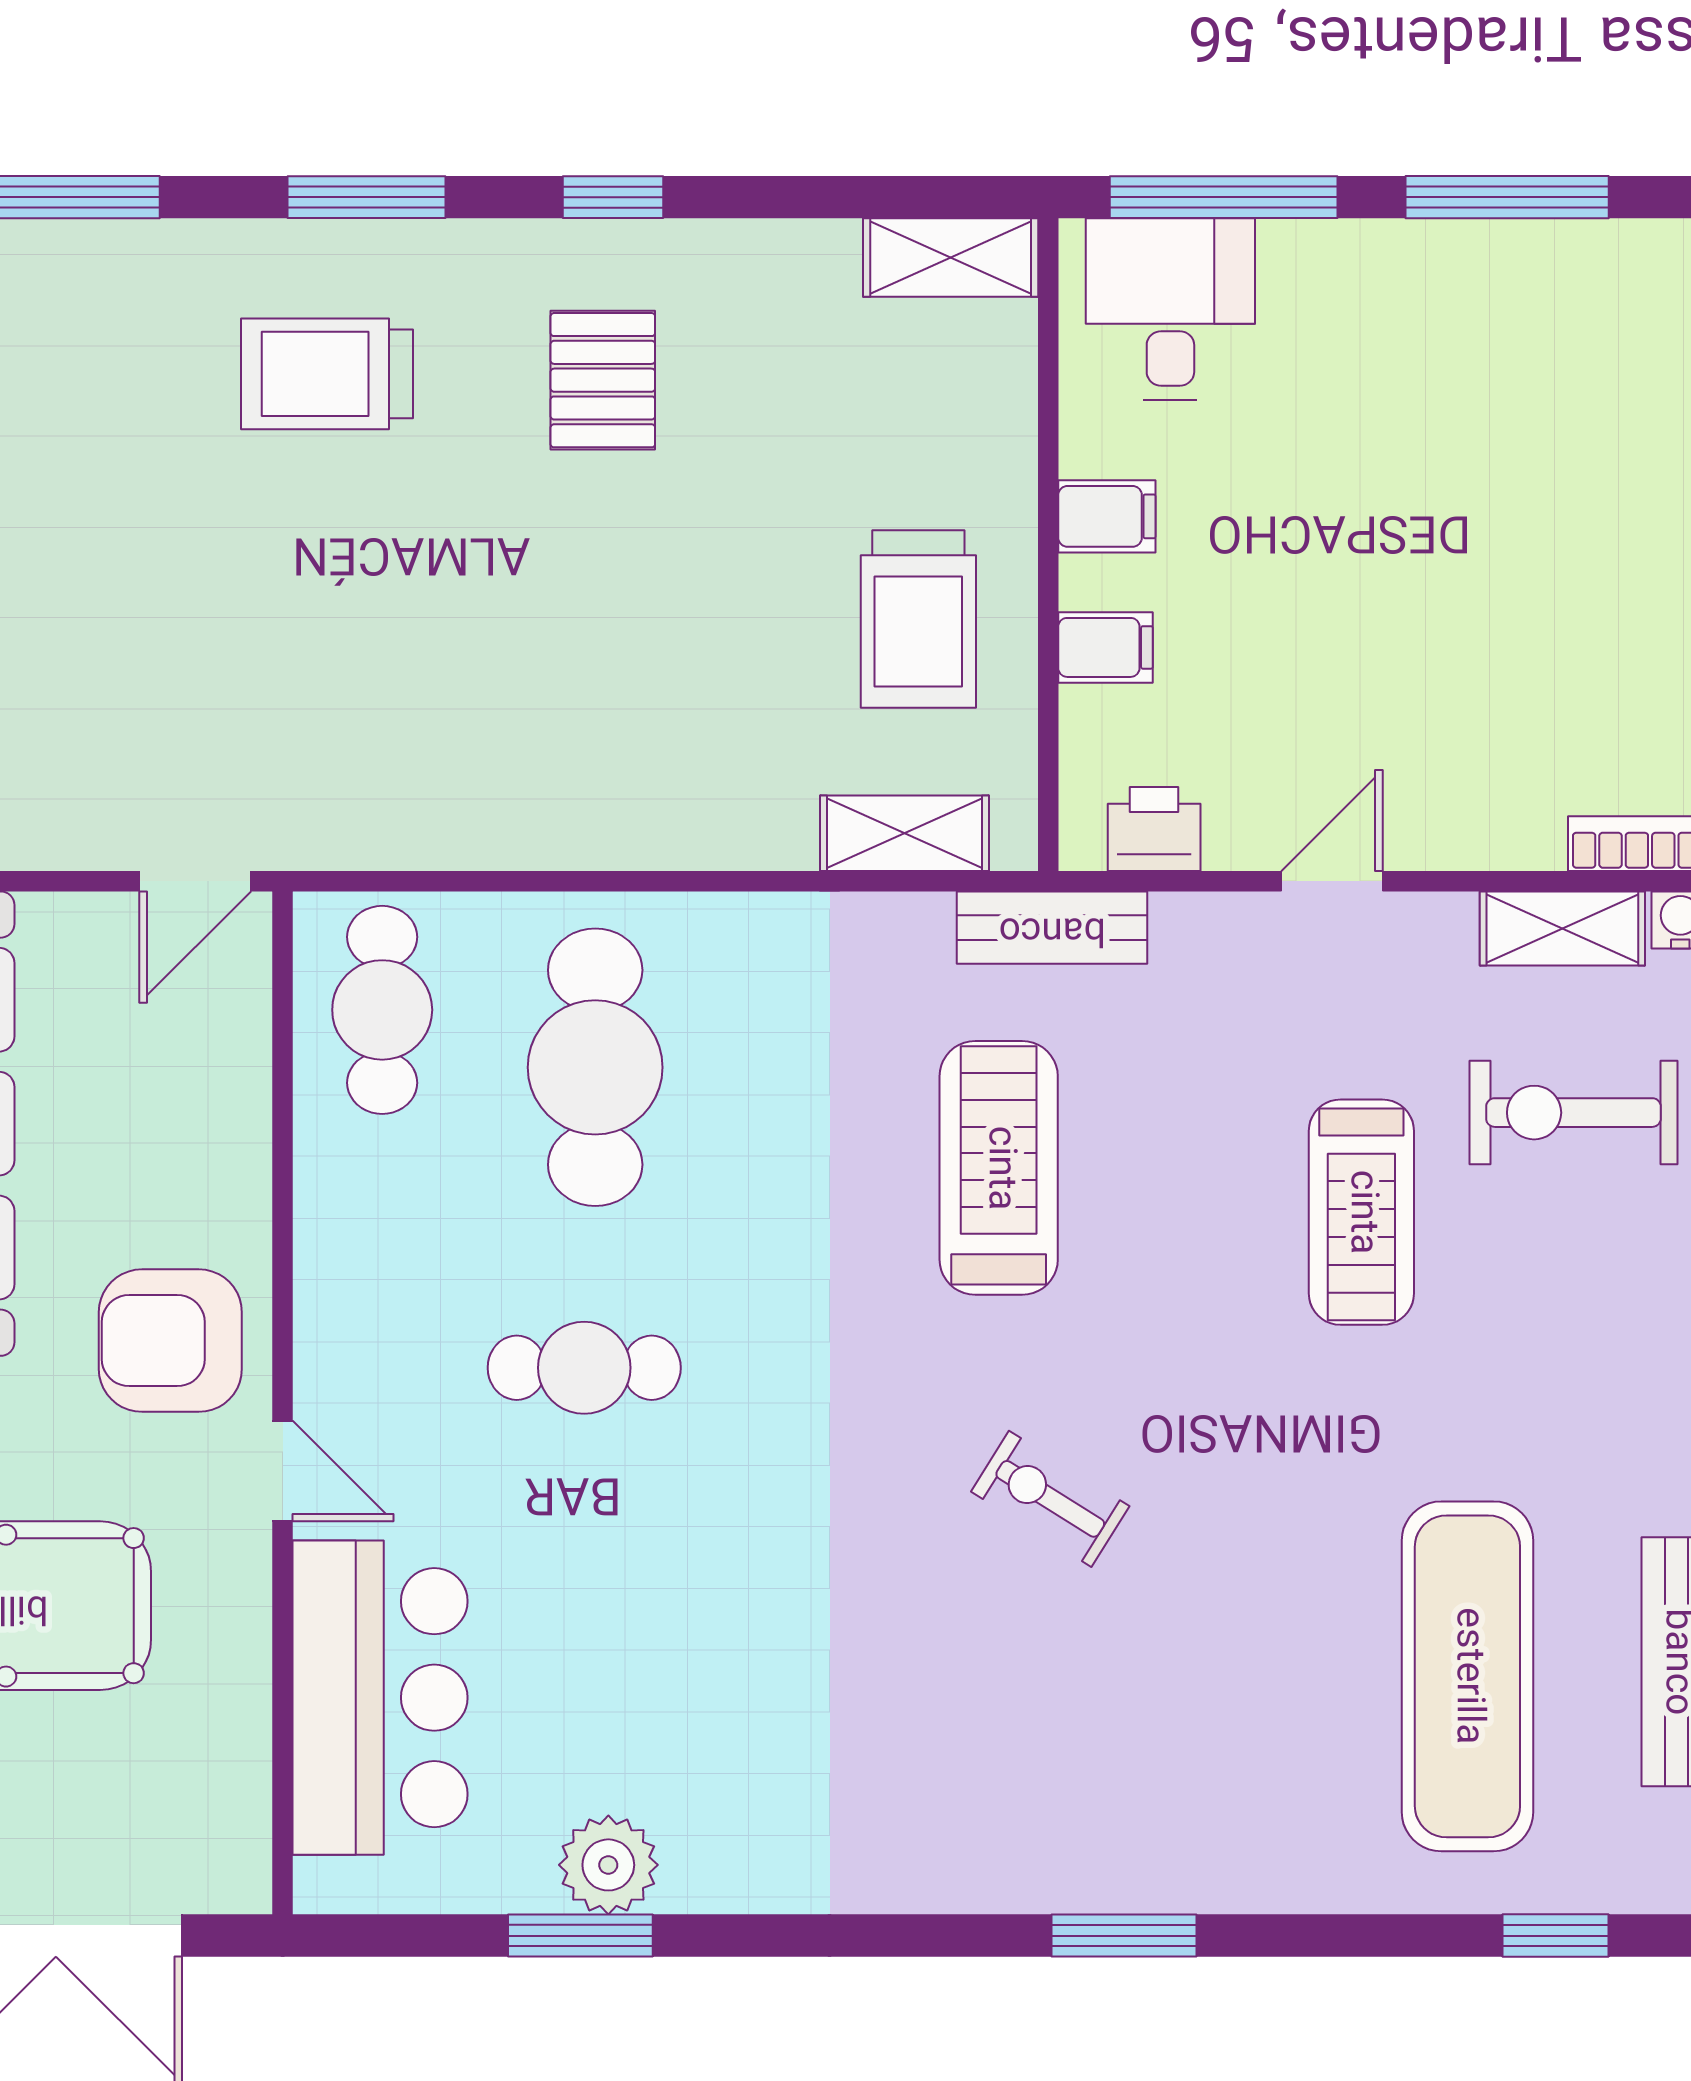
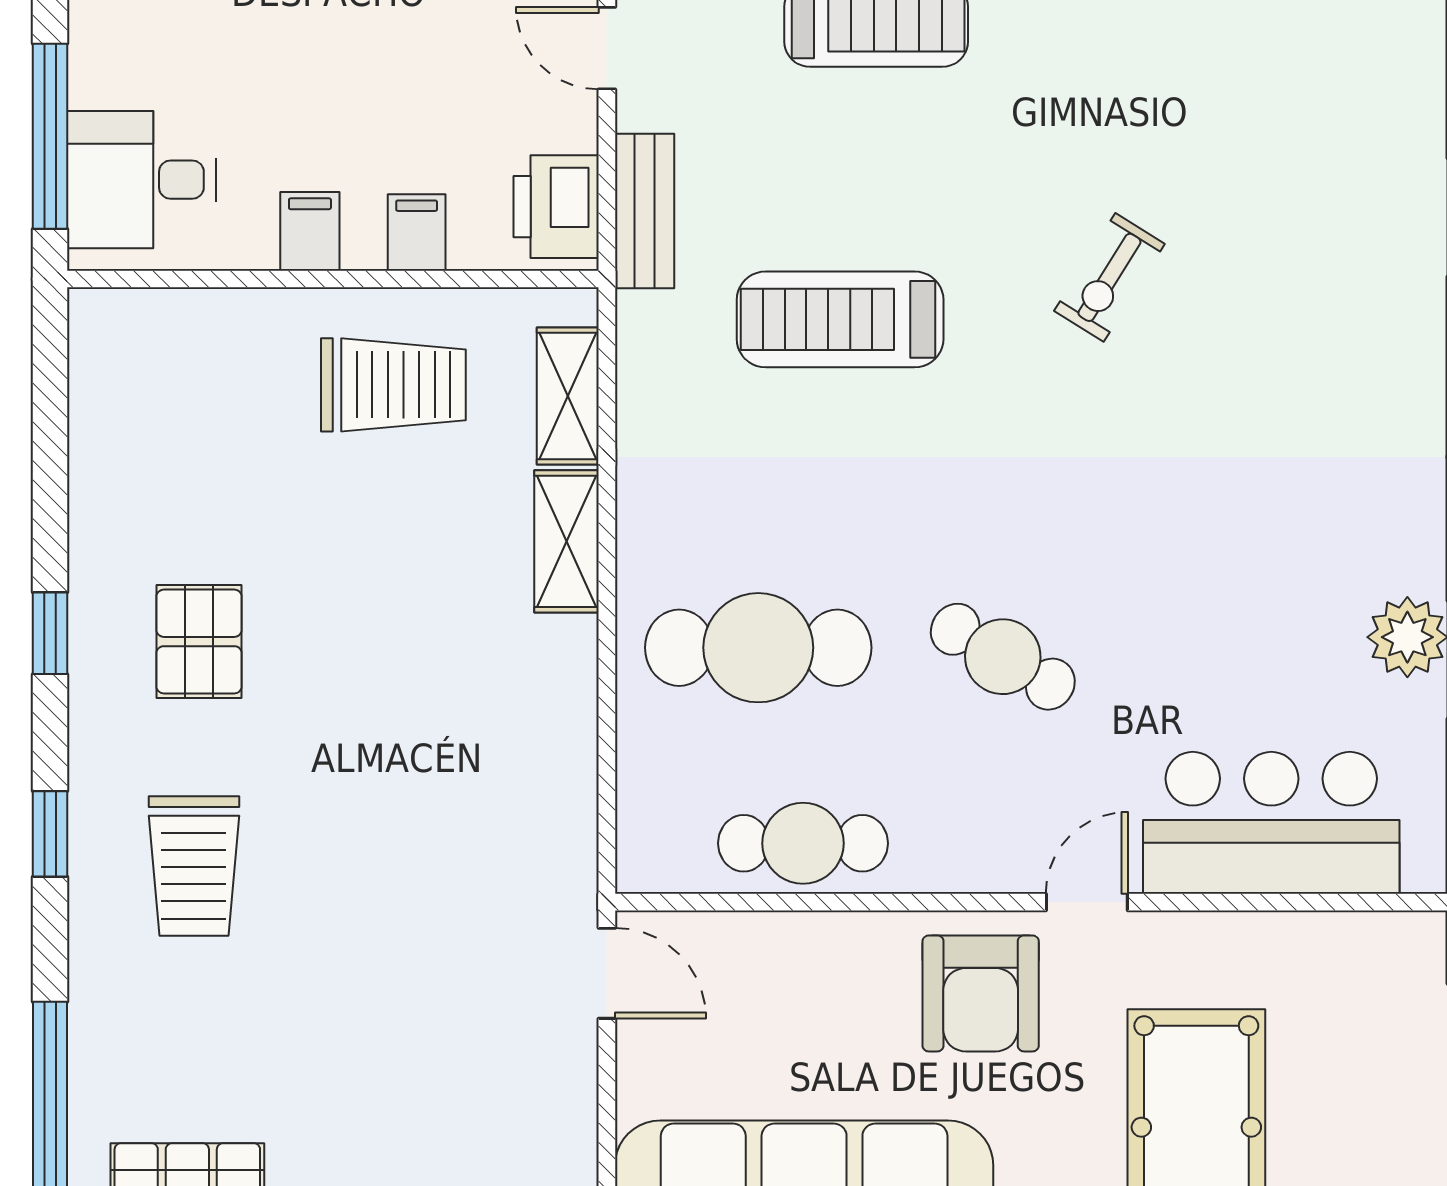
window: (366, 197) -> (50, 834), width x0.67
shelving: (951, 258) -> (567, 541), moved
pallet: (603, 380) -> (199, 642), turned 90
printer: (1154, 829) -> (556, 207), width x1.36, depth x1.24
bench: (1052, 928) -> (645, 211), moved
cafe table: (382, 1010) -> (803, 843), moved
cafe table: (584, 1368) -> (1003, 657), turned -60

